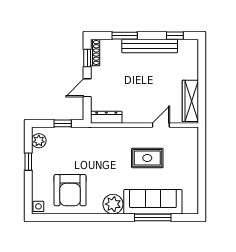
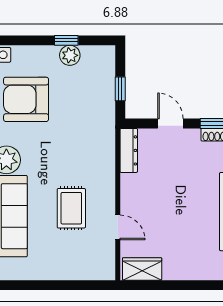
wardrobe: (190, 101) -> (142, 269), width x0.67
plant: (39, 141) -> (70, 55), moved

